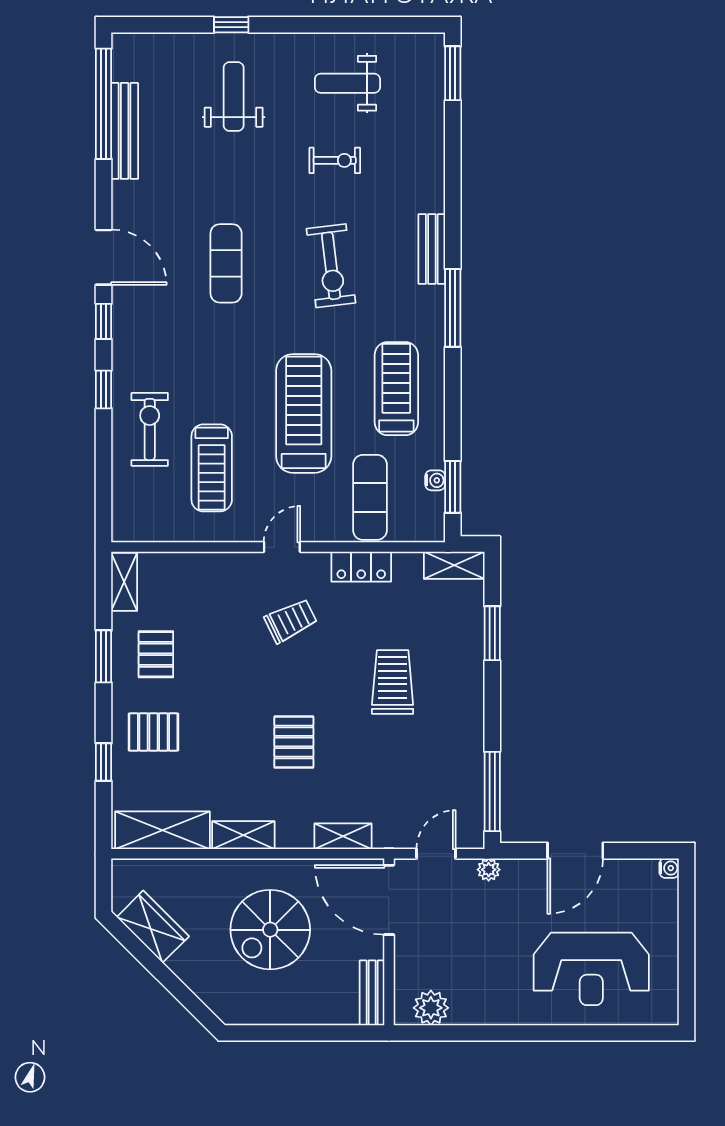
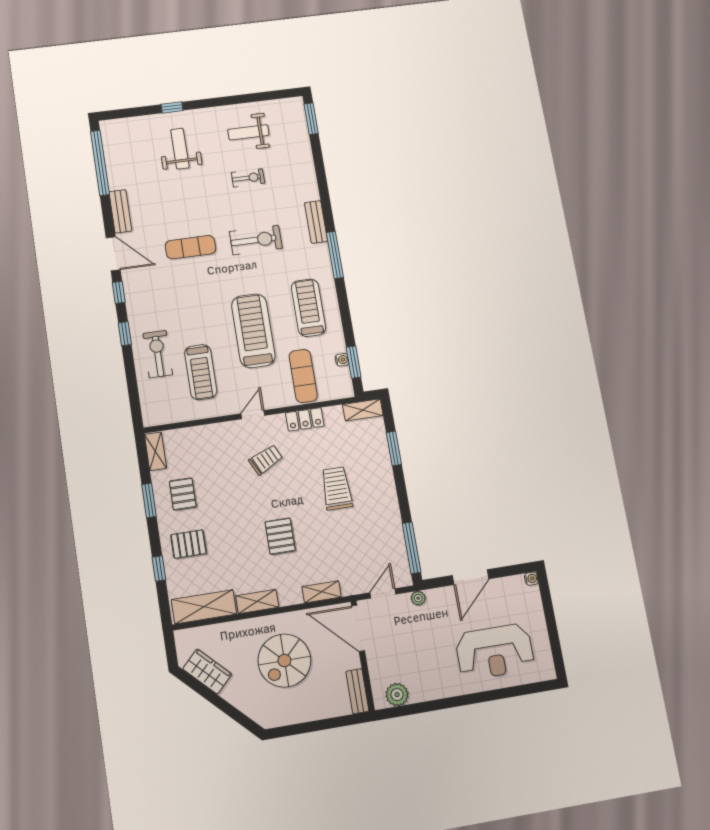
bench: (125, 131) -> (120, 211), moved, width x0.73
exercise mat: (226, 263) -> (191, 247), turned 90
exercise bike: (331, 266) -> (256, 240), turned -83

